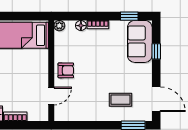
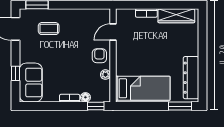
window: (129, 16) -> (96, 106), moved
plant: (59, 26) -> (105, 75), moved
armchair: (66, 70) -> (99, 56), turned 90

